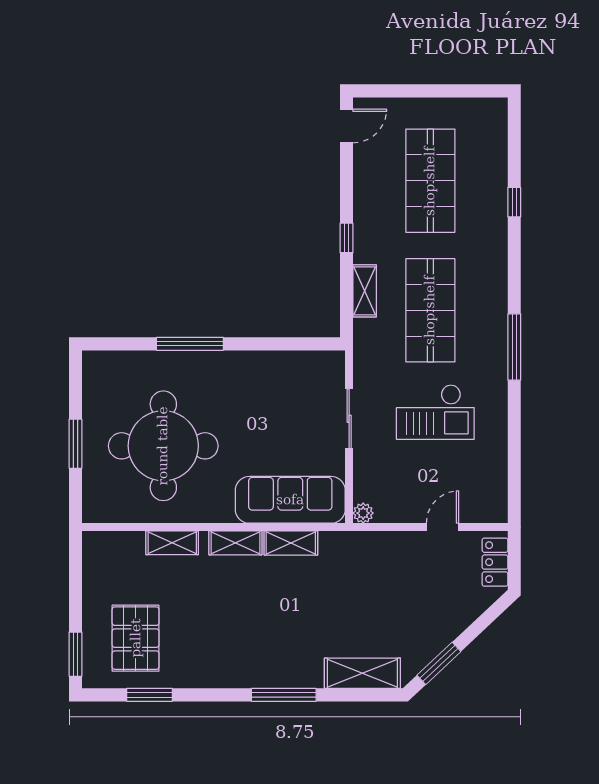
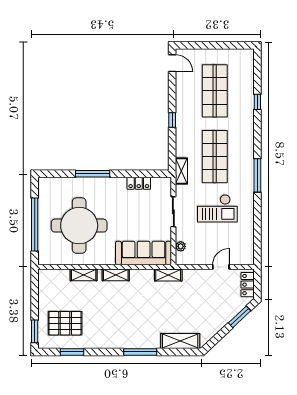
door: (347, 126) -> (172, 63), hinge flipped
shelving: (365, 291) -> (181, 171), moved
locker: (281, 363) -> (139, 183), added
window: (75, 444) -> (35, 225), width x2.11
plant: (363, 513) -> (181, 246), moved
shelving: (291, 543) -> (168, 275), moved
pallet: (136, 638) -> (65, 323), turned 90
window: (439, 663) -> (239, 317), moved

